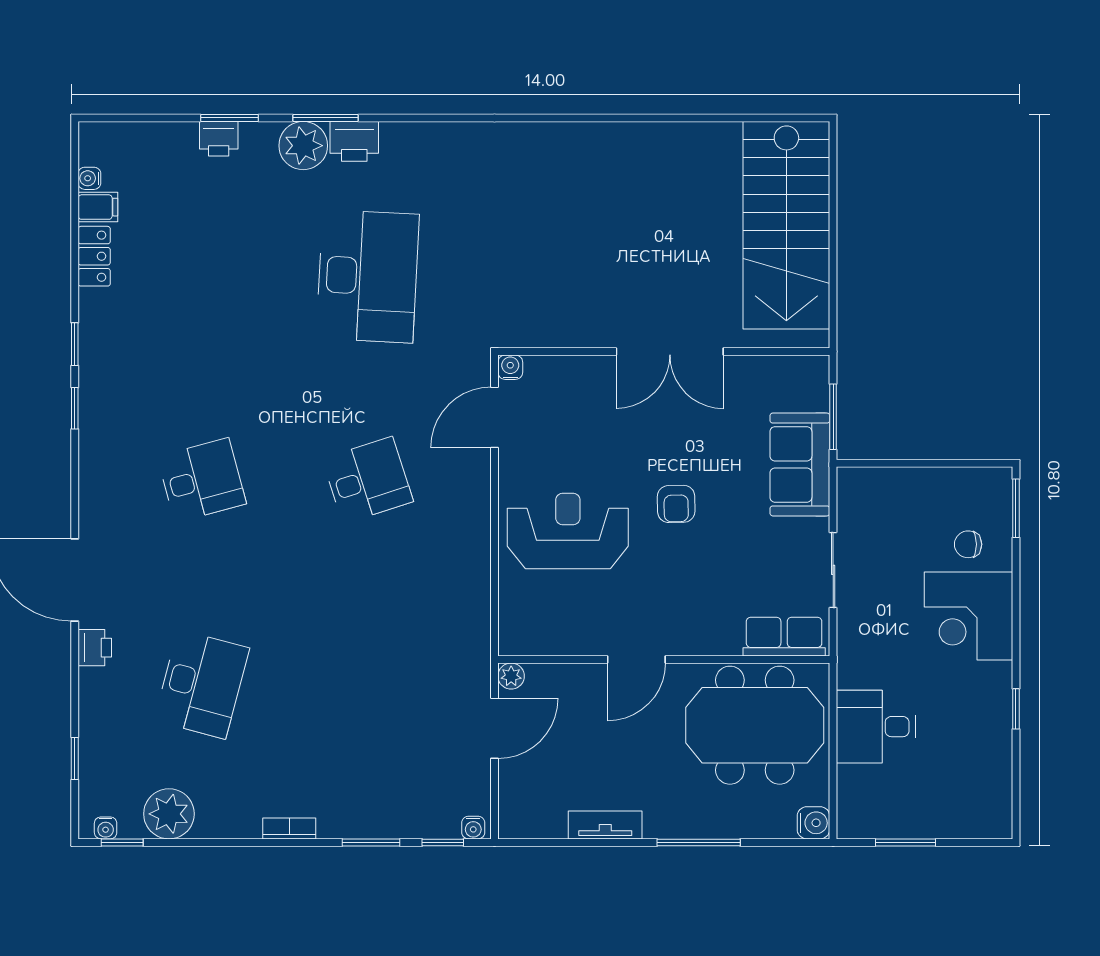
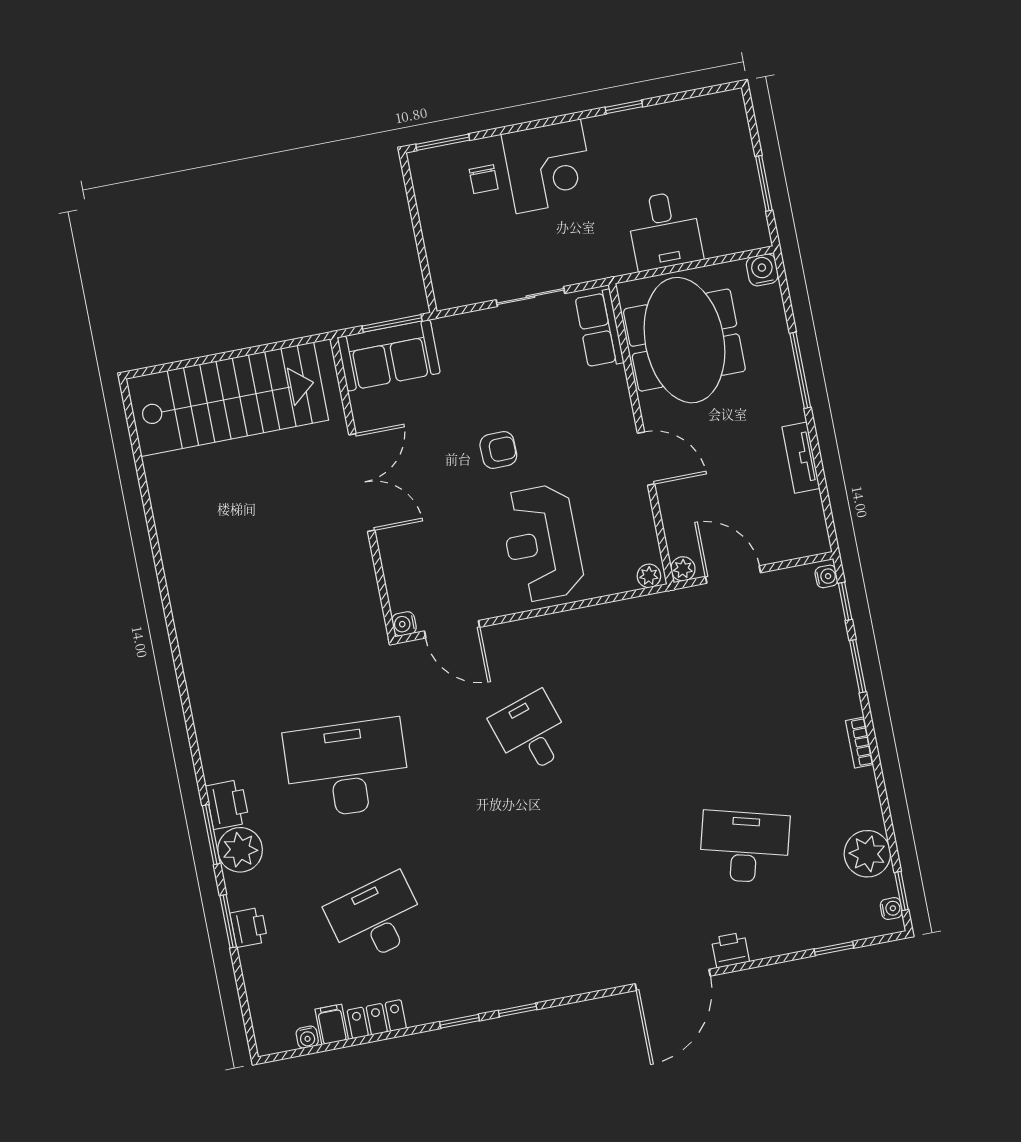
sofa: (800, 464) -> (389, 355), moved
desk: (202, 480) -> (376, 919), moved, width x1.37
plant: (511, 638) -> (649, 576), added

